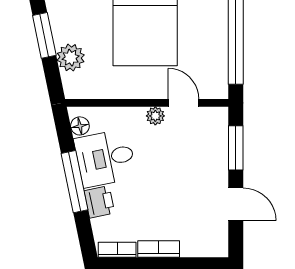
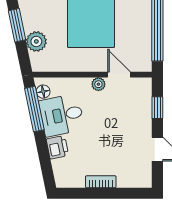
window: (236, 148) -> (157, 108), width x0.67
window: (74, 182) -> (34, 109), moved
bookcase: (117, 250) -> (70, 182), removed

